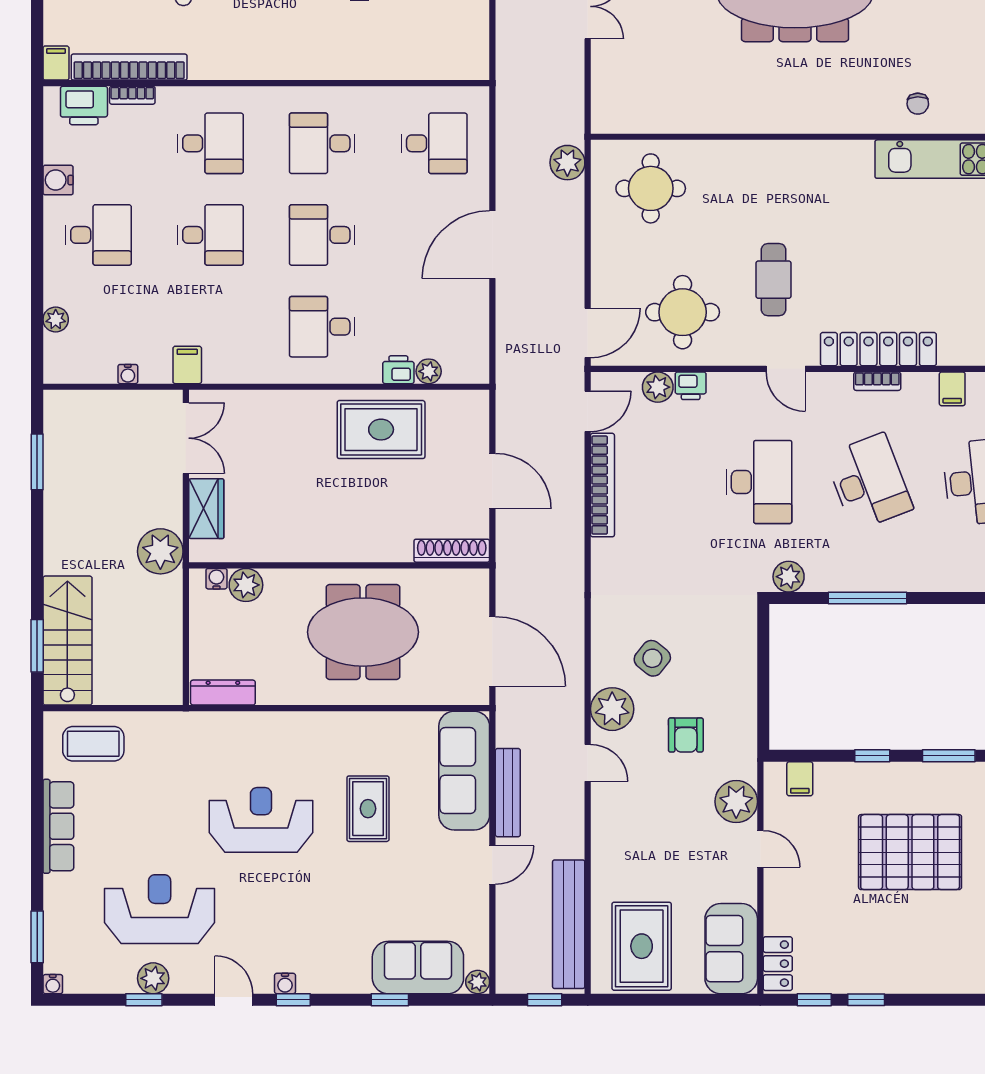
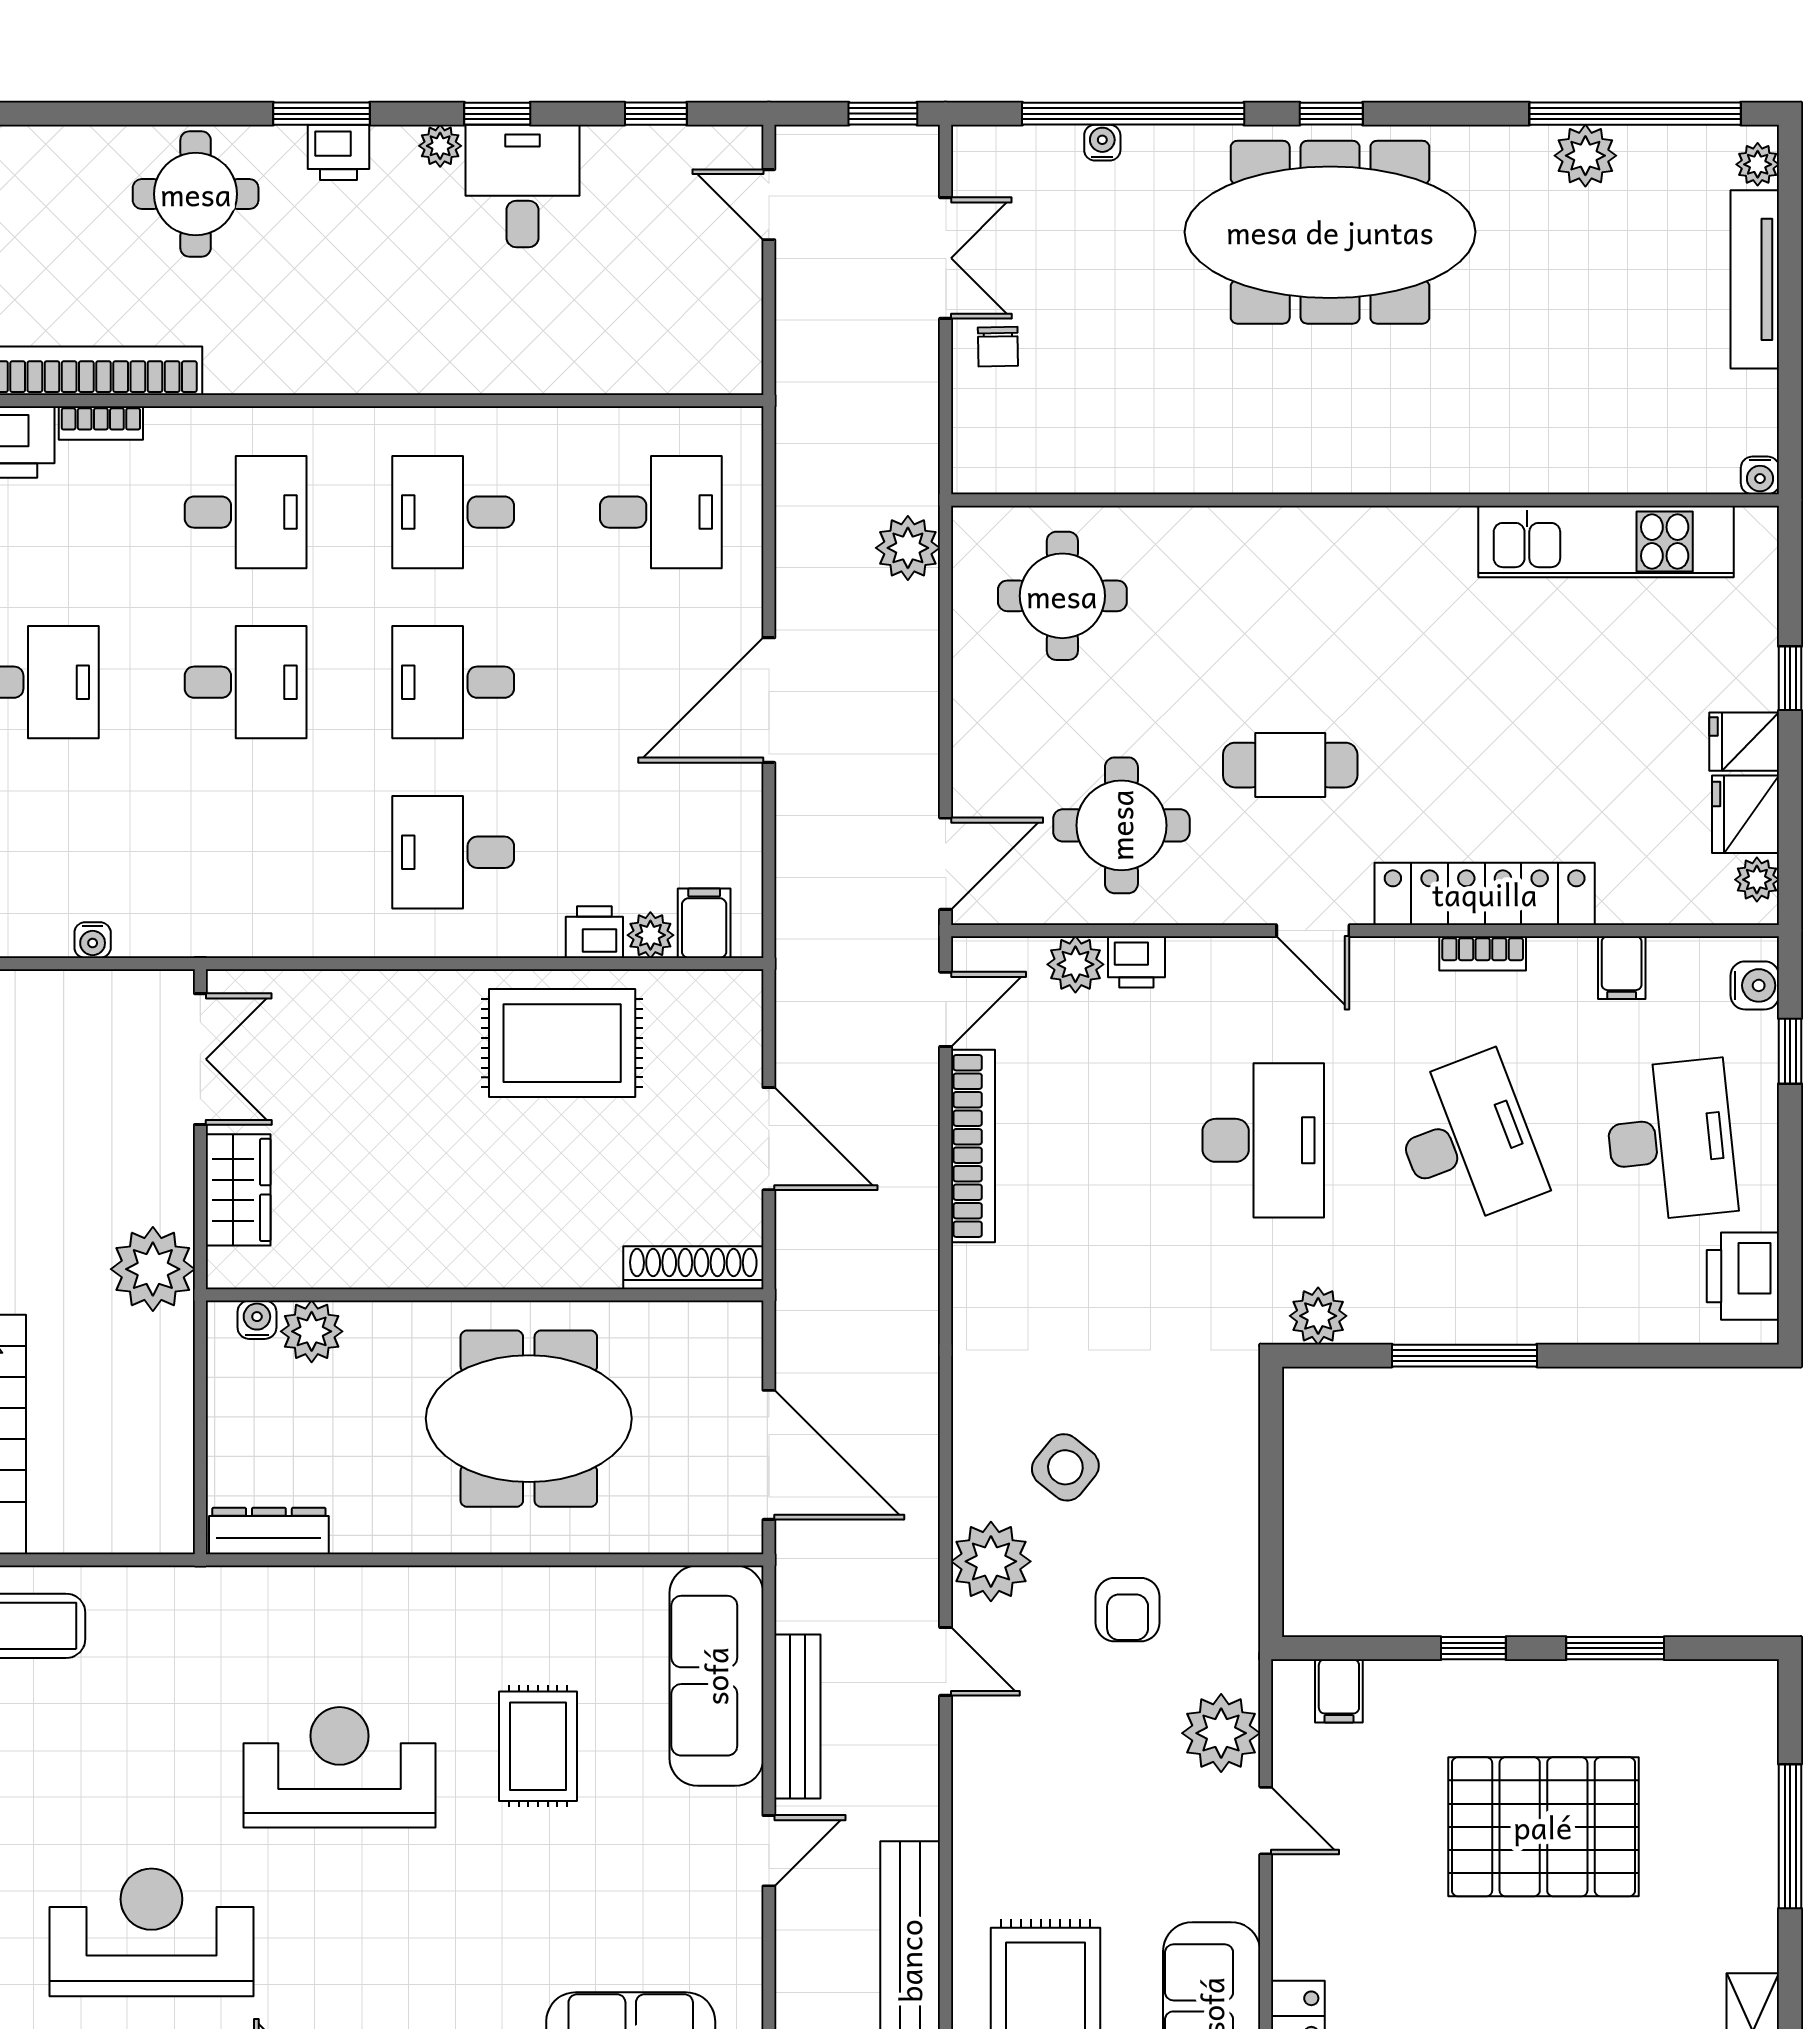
chair: (918, 104) -> (998, 347), moved
cafe table: (774, 280) -> (1290, 765), turned 90
filing cabinet: (187, 365) -> (704, 923), moved

